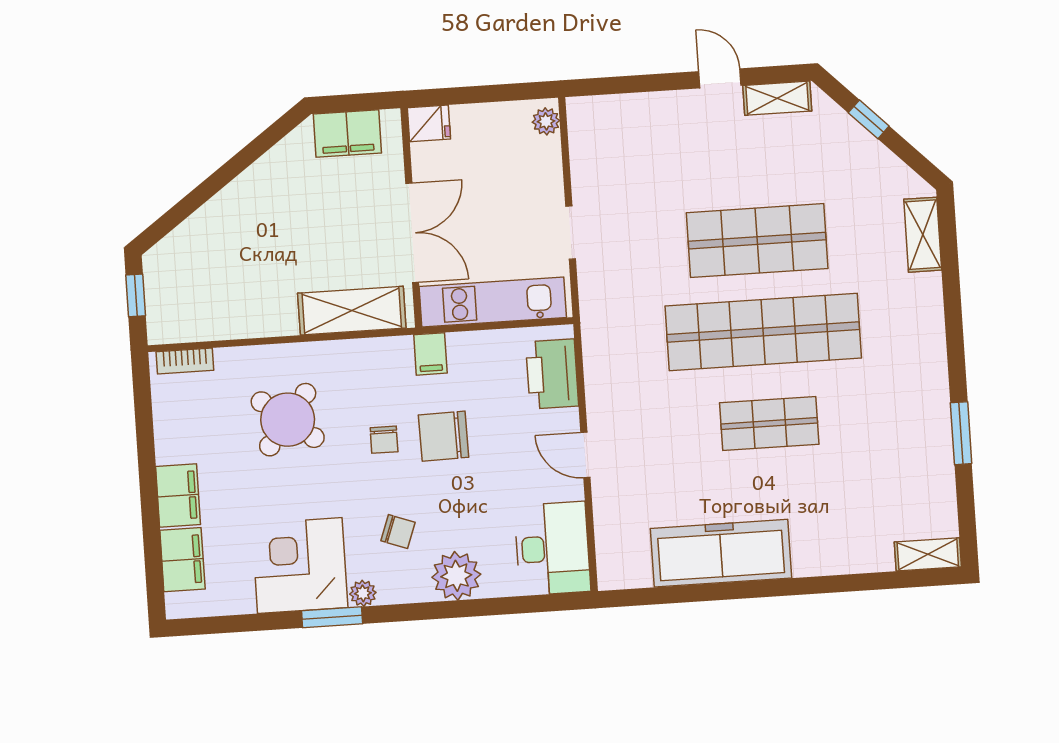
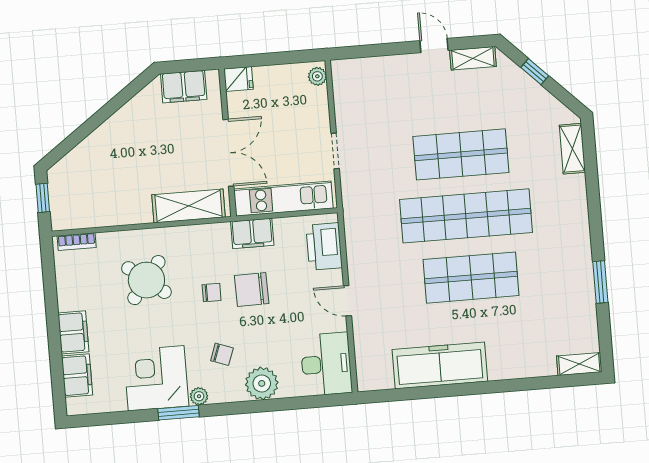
filing cabinet: (430, 354) -> (252, 233), width x2.00
shop shelf: (769, 423) -> (471, 278), width x1.43, depth x1.36
chair: (384, 440) -> (212, 293), turned -90

